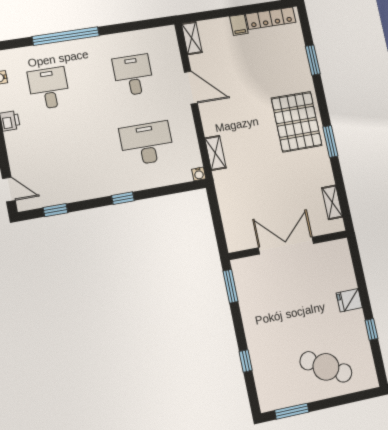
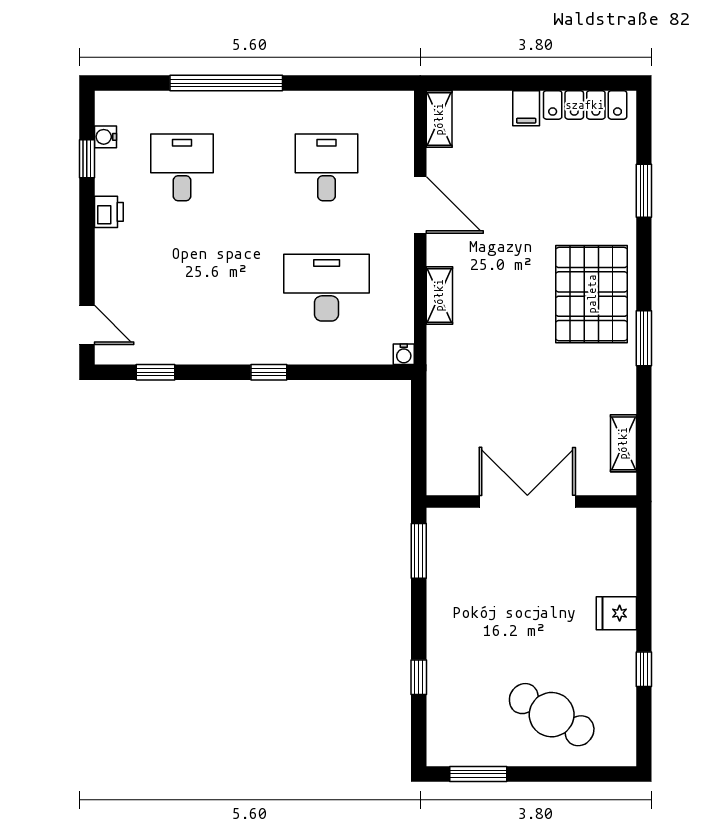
shelving: (215, 153) -> (439, 295), moved

